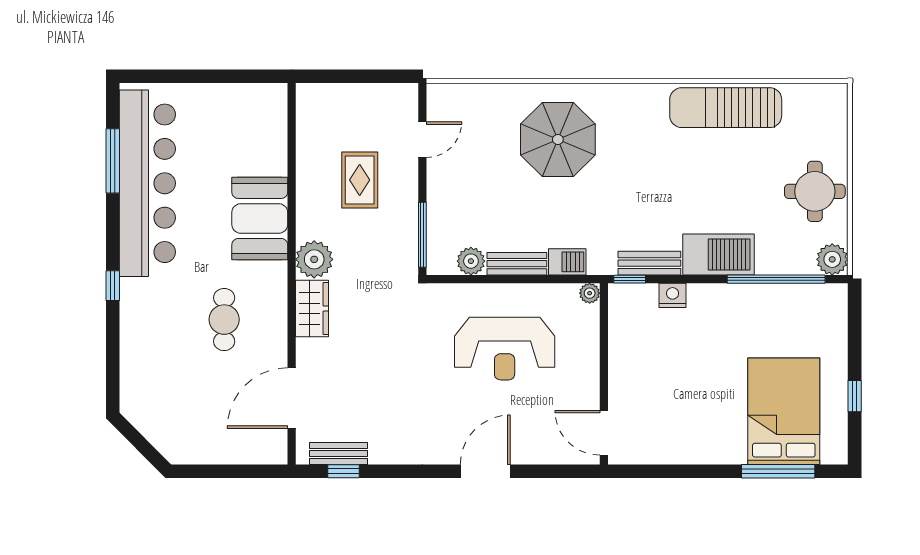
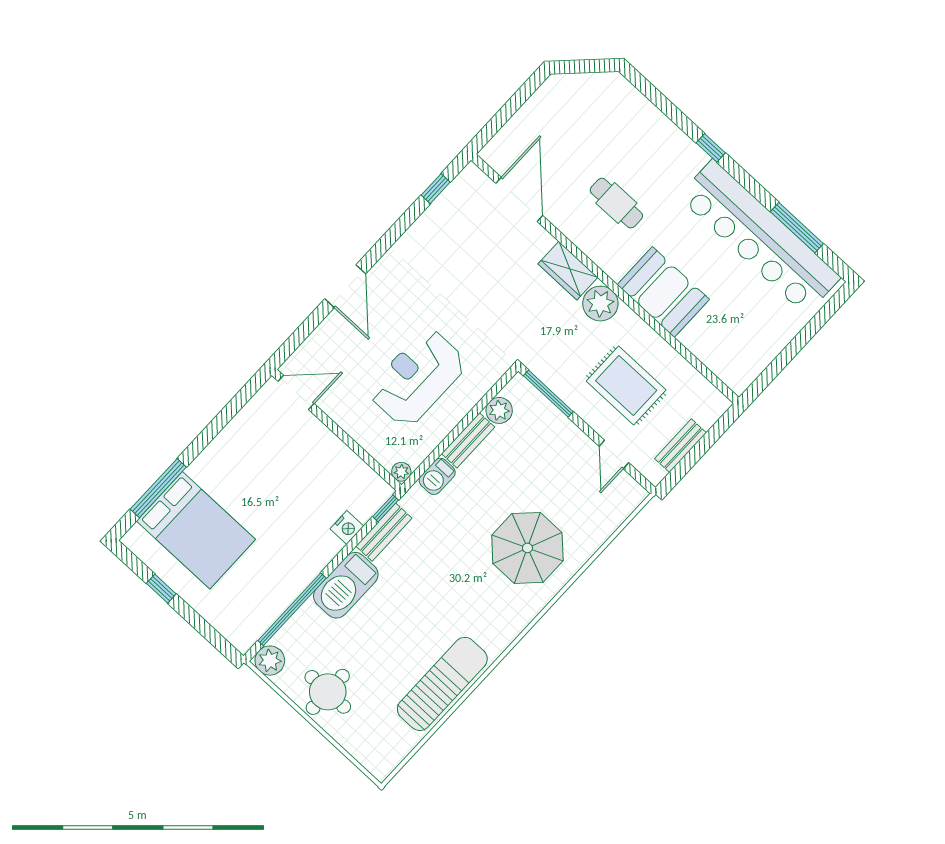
rug: (360, 180) -> (626, 386), width x1.36, depth x1.43
bench: (338, 453) -> (680, 446), moved

